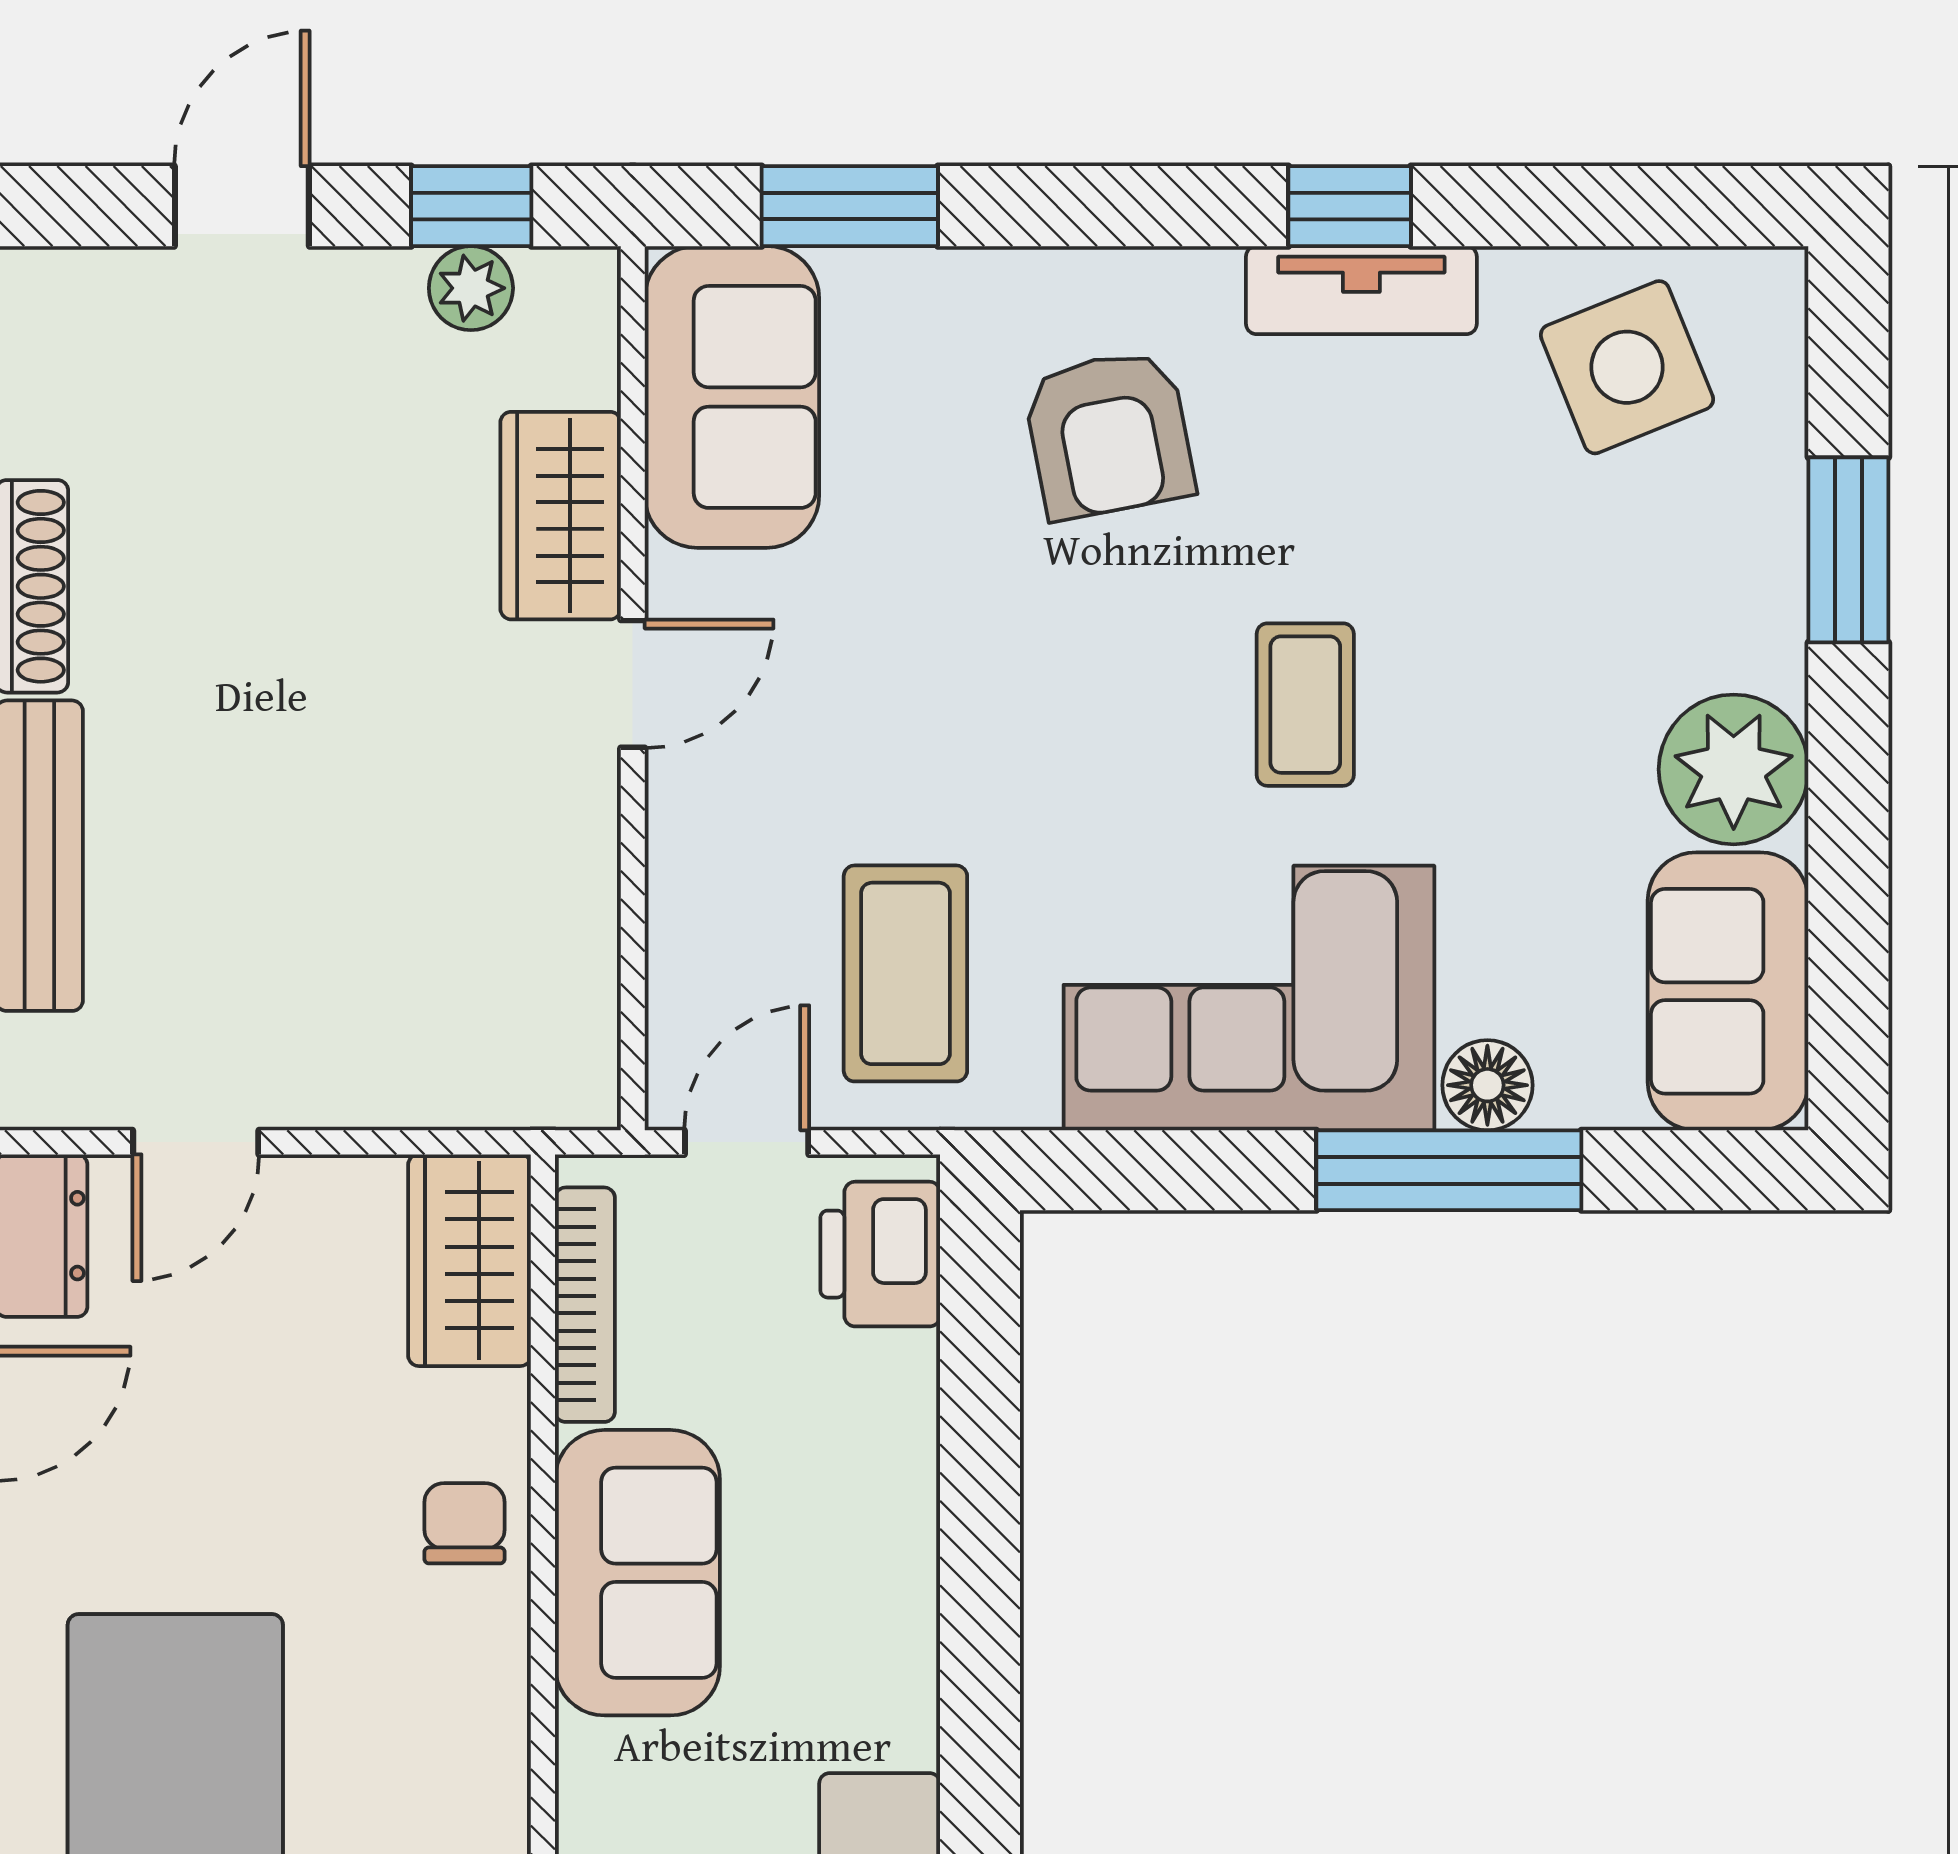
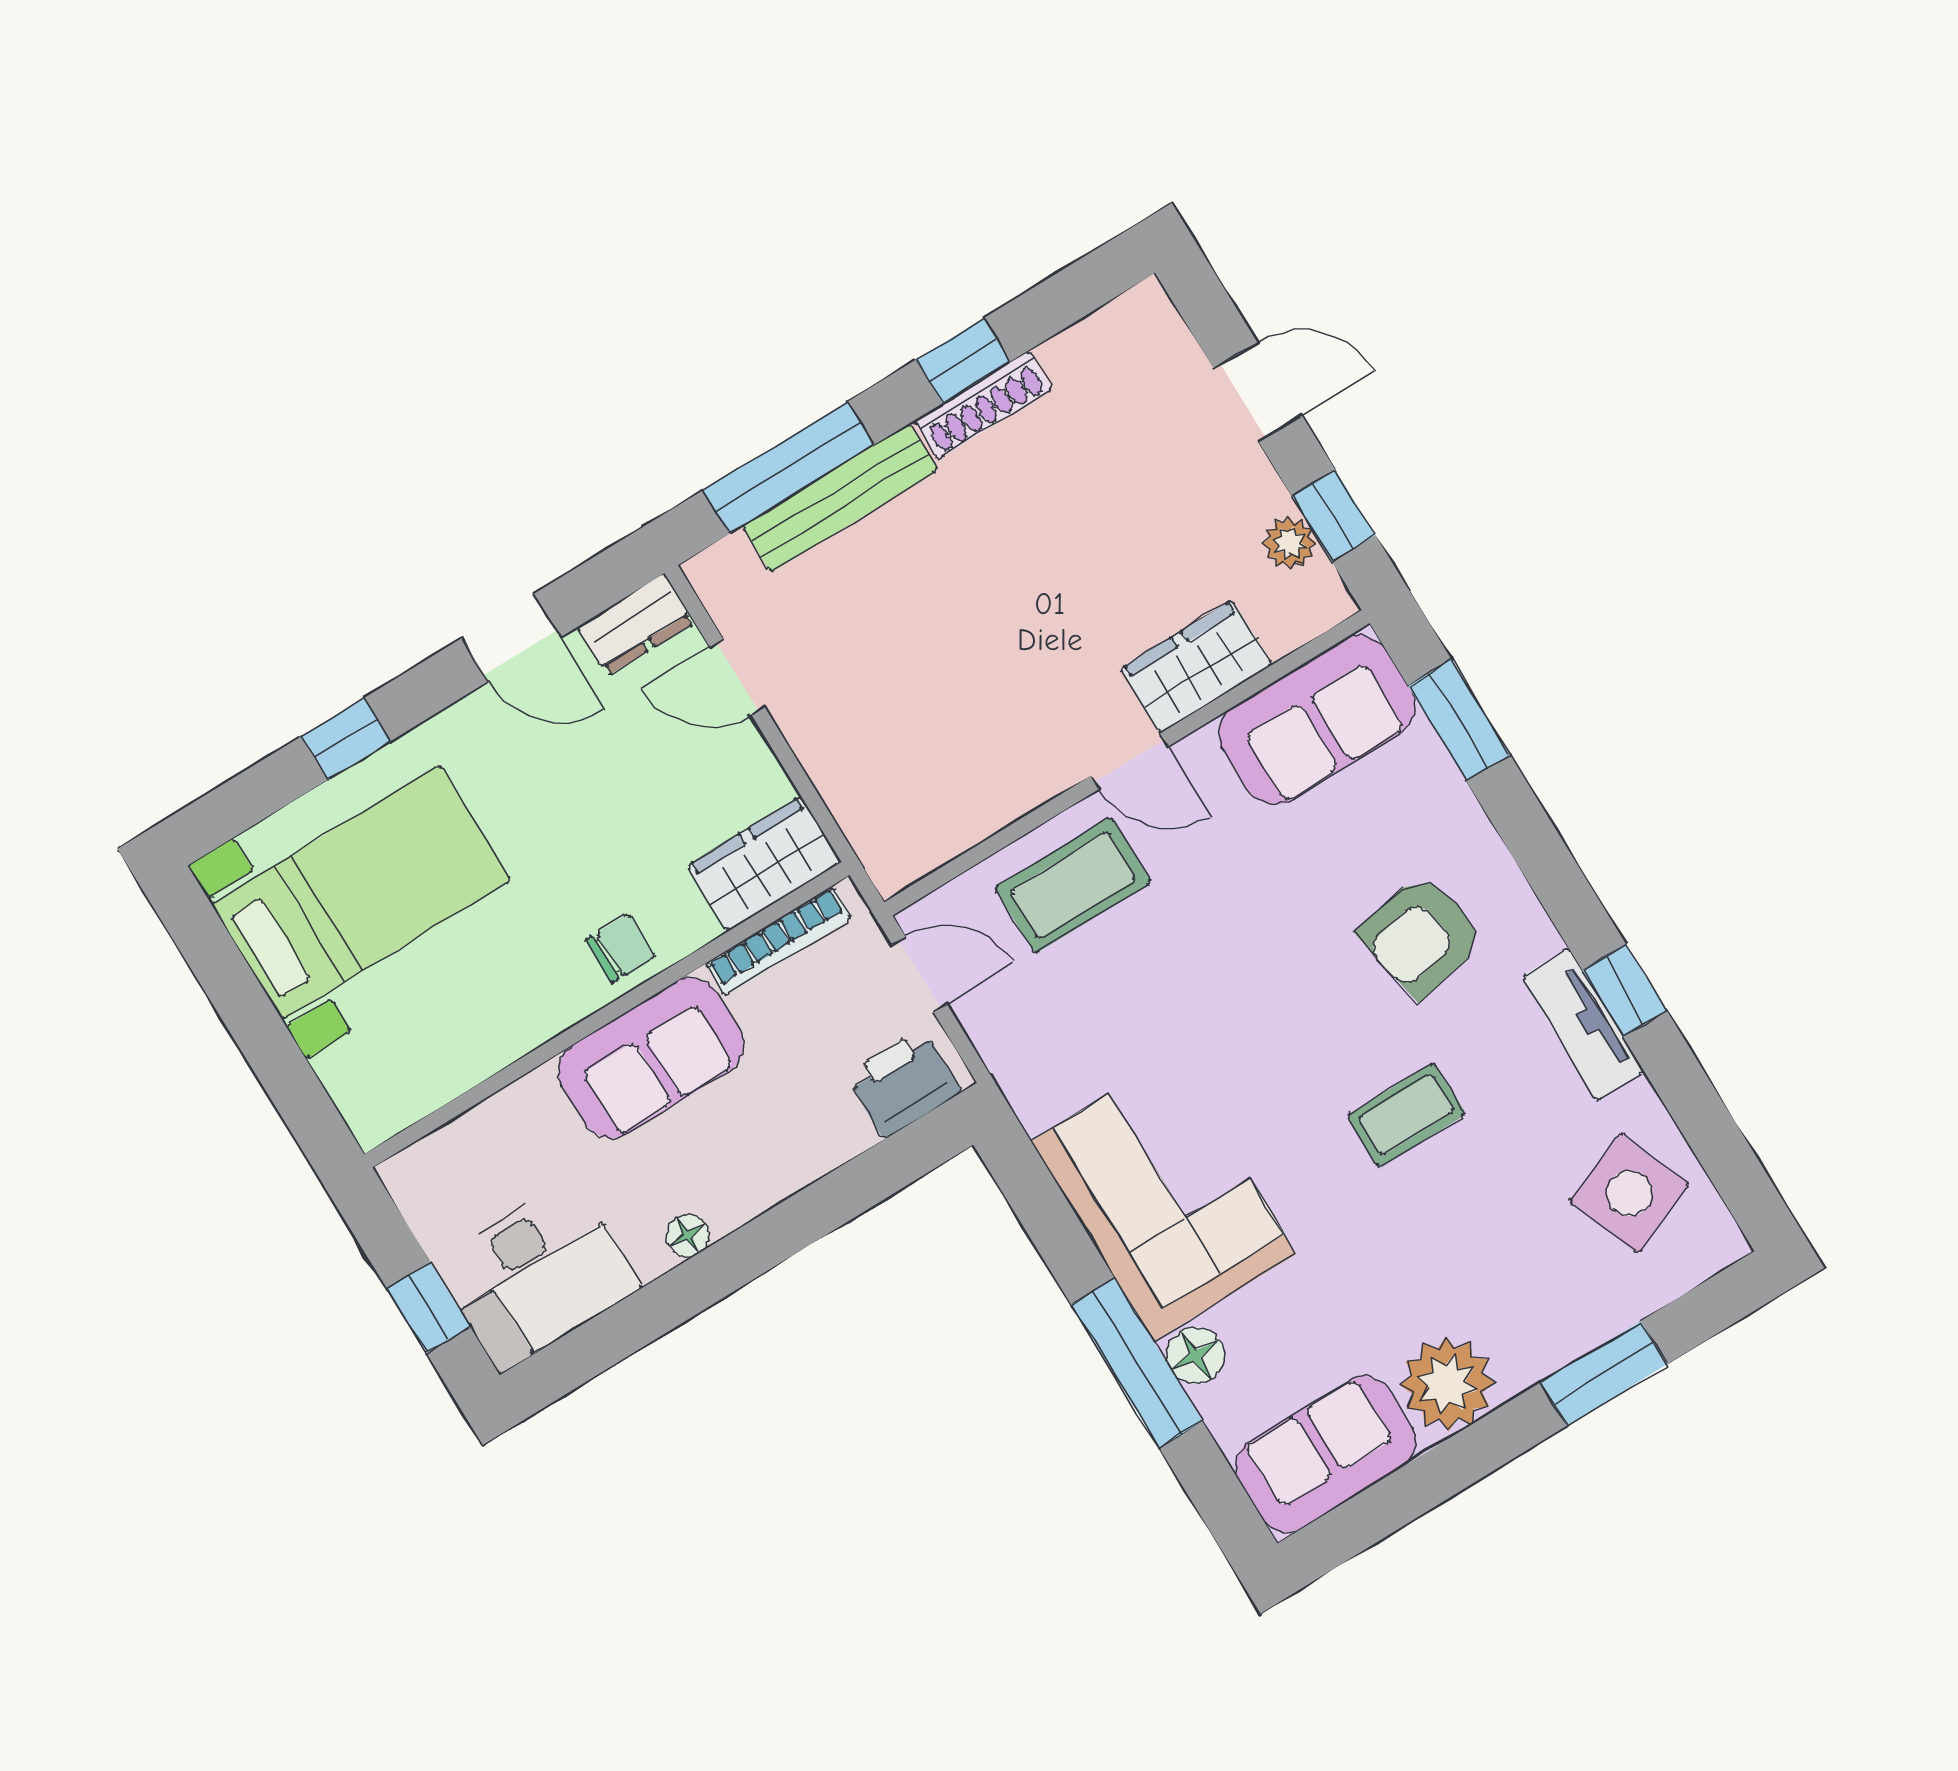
coffee table: (1305, 705) -> (1406, 1115), moved
coffee table: (905, 973) -> (1073, 885), moved
floor lamp: (907, 1670) -> (688, 1235), added

